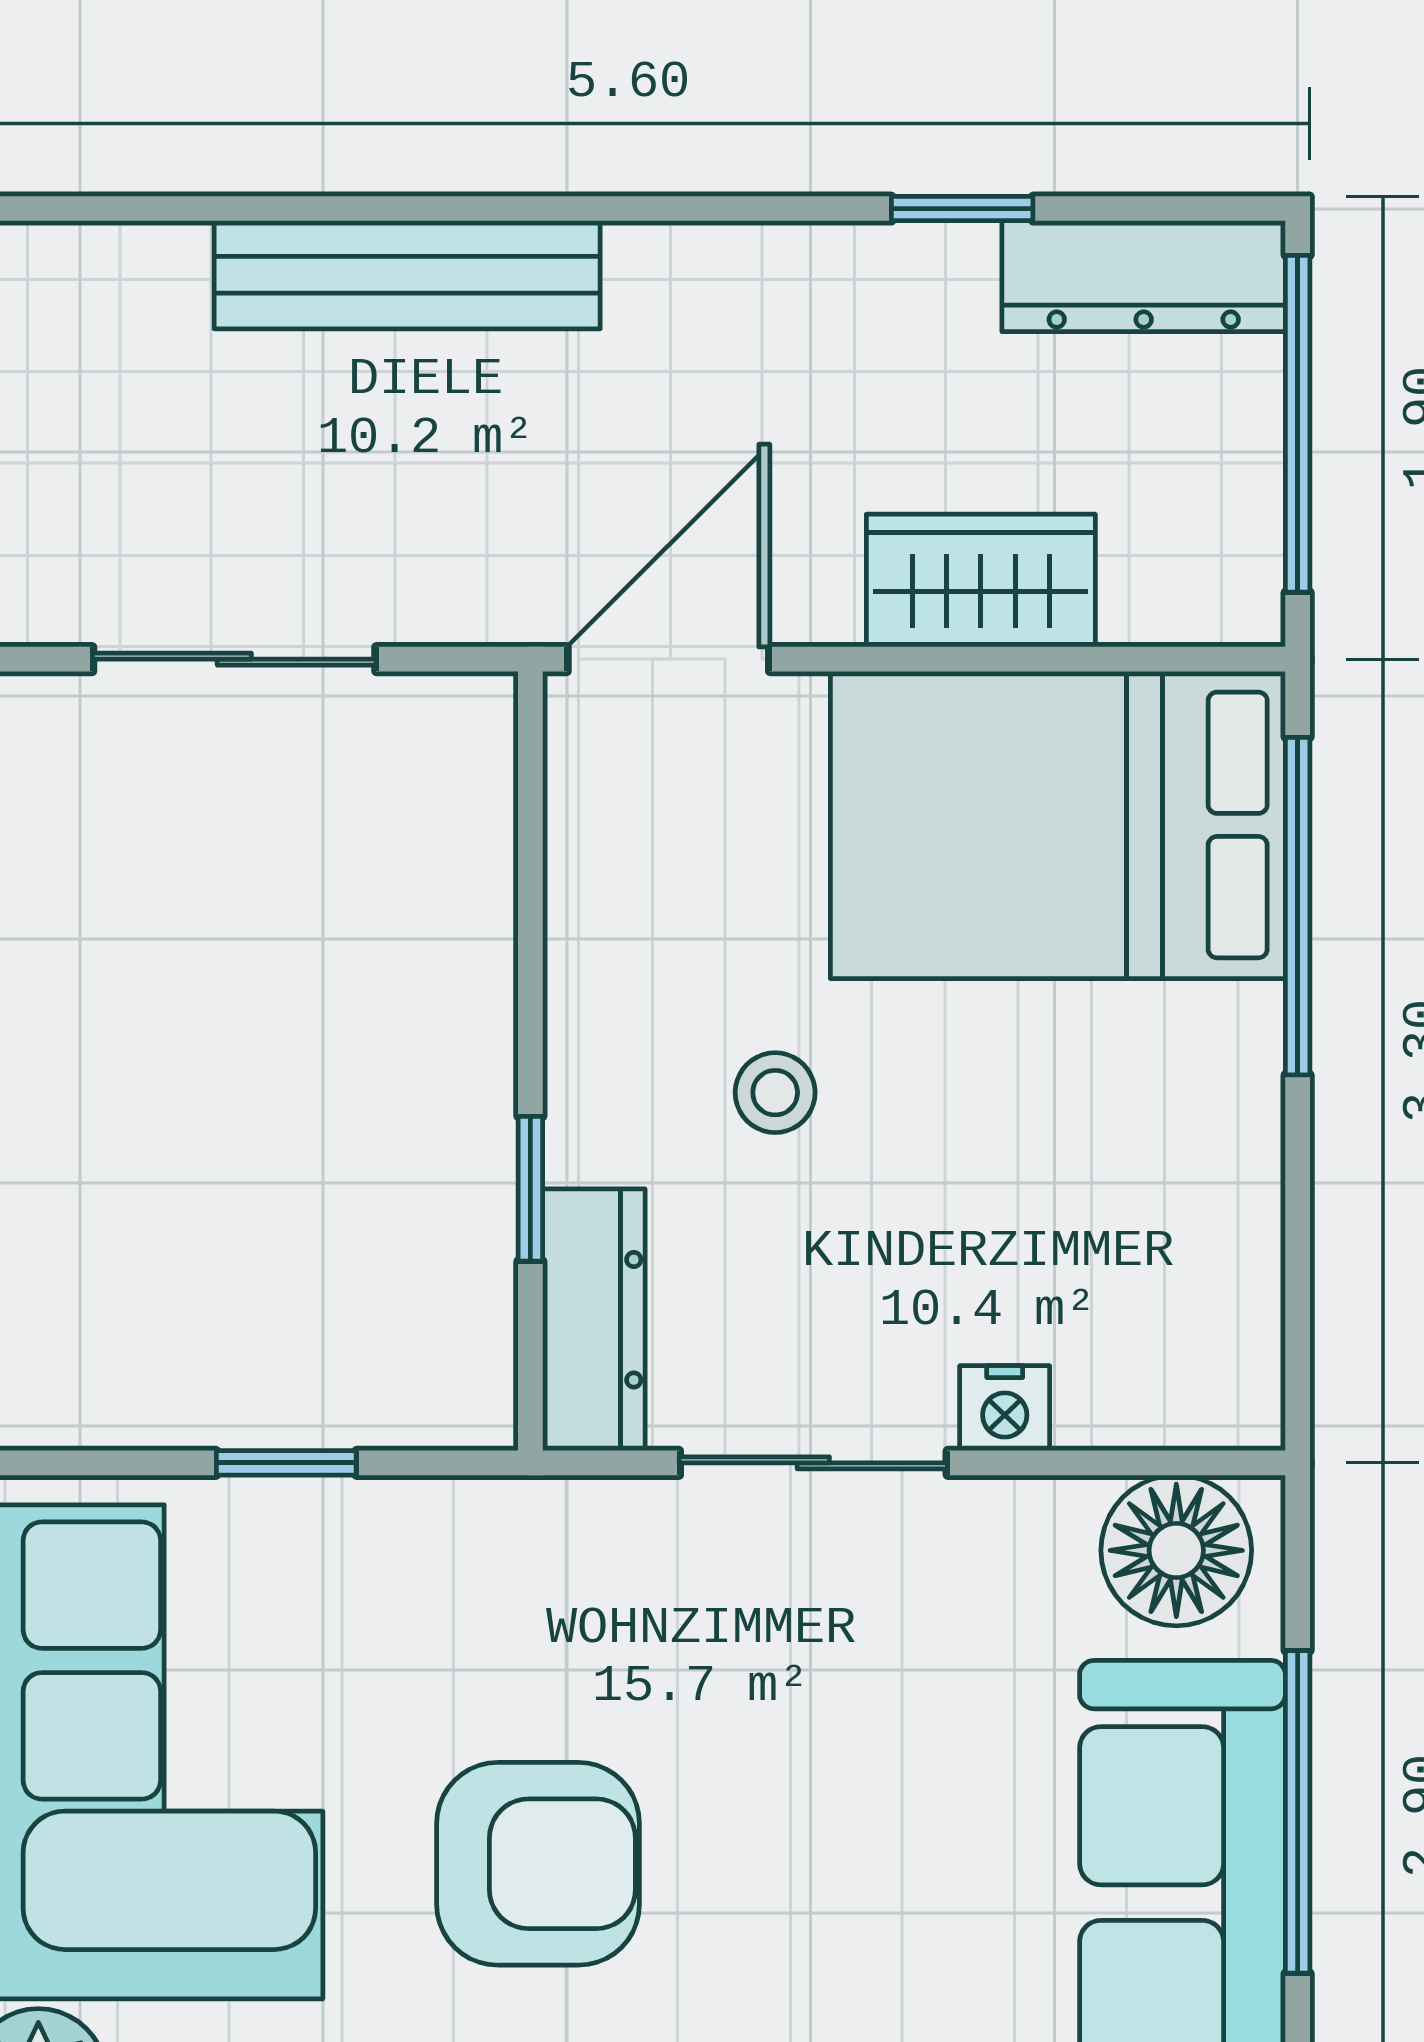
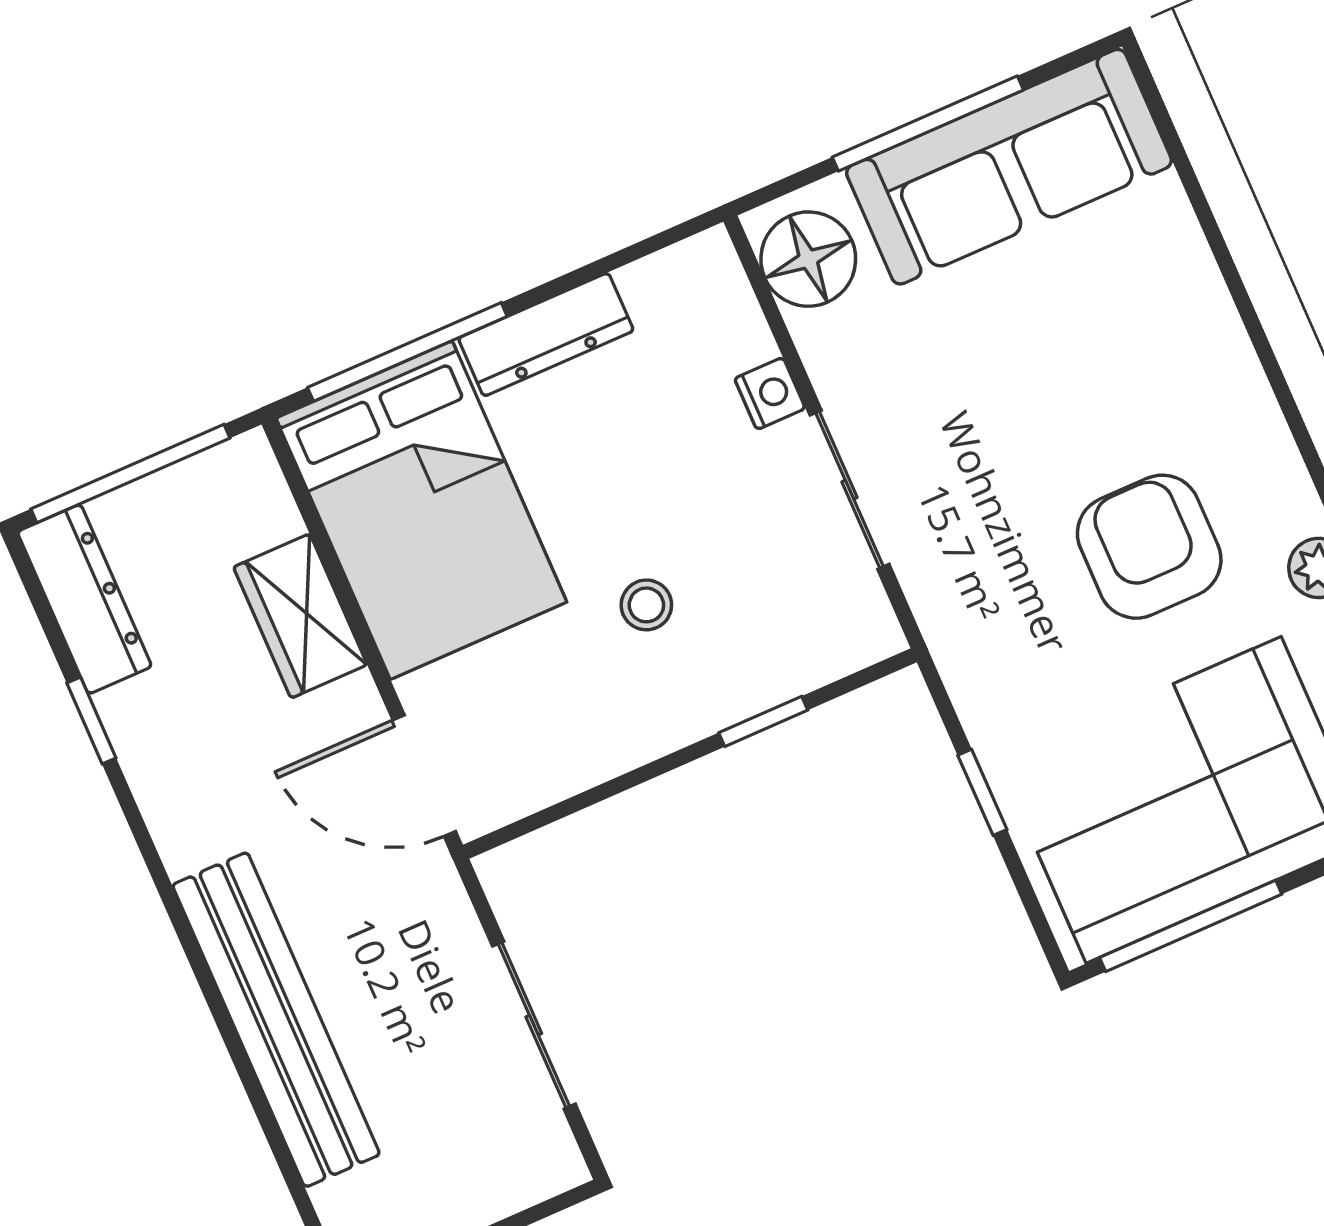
bench: (407, 275) -> (276, 1020), width x1.37, depth x1.21
dresser: (594, 1320) -> (546, 335), moved, turned 180

